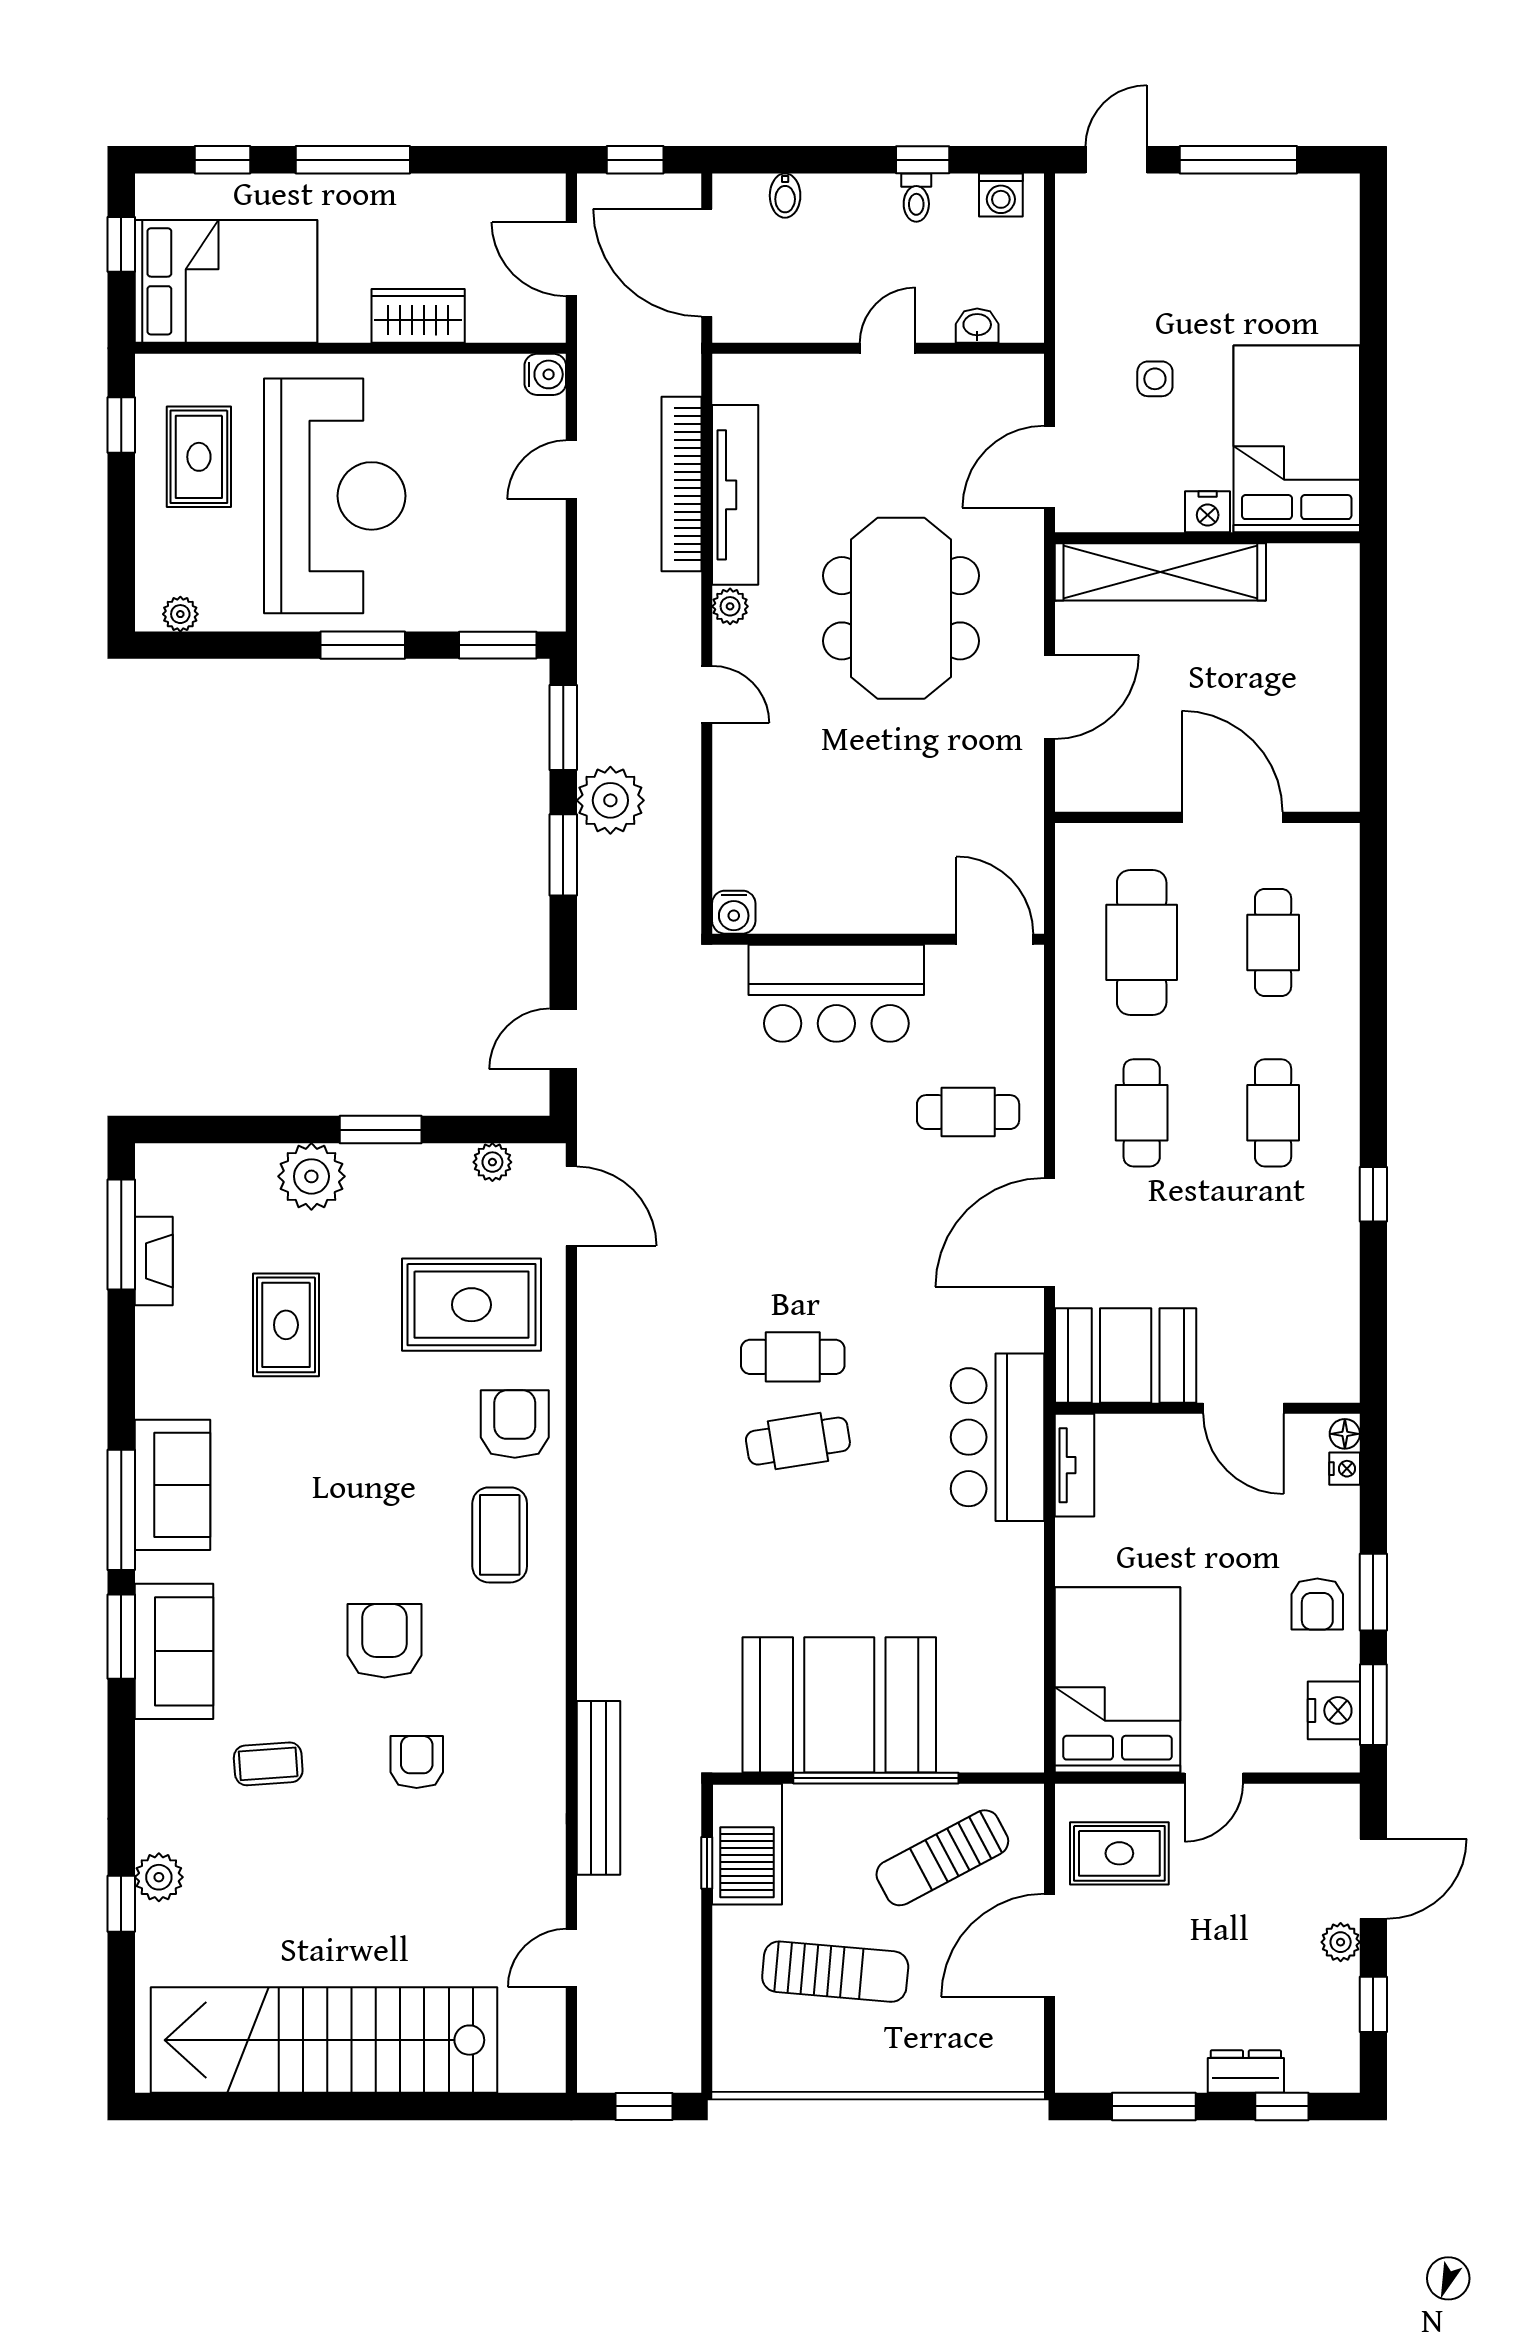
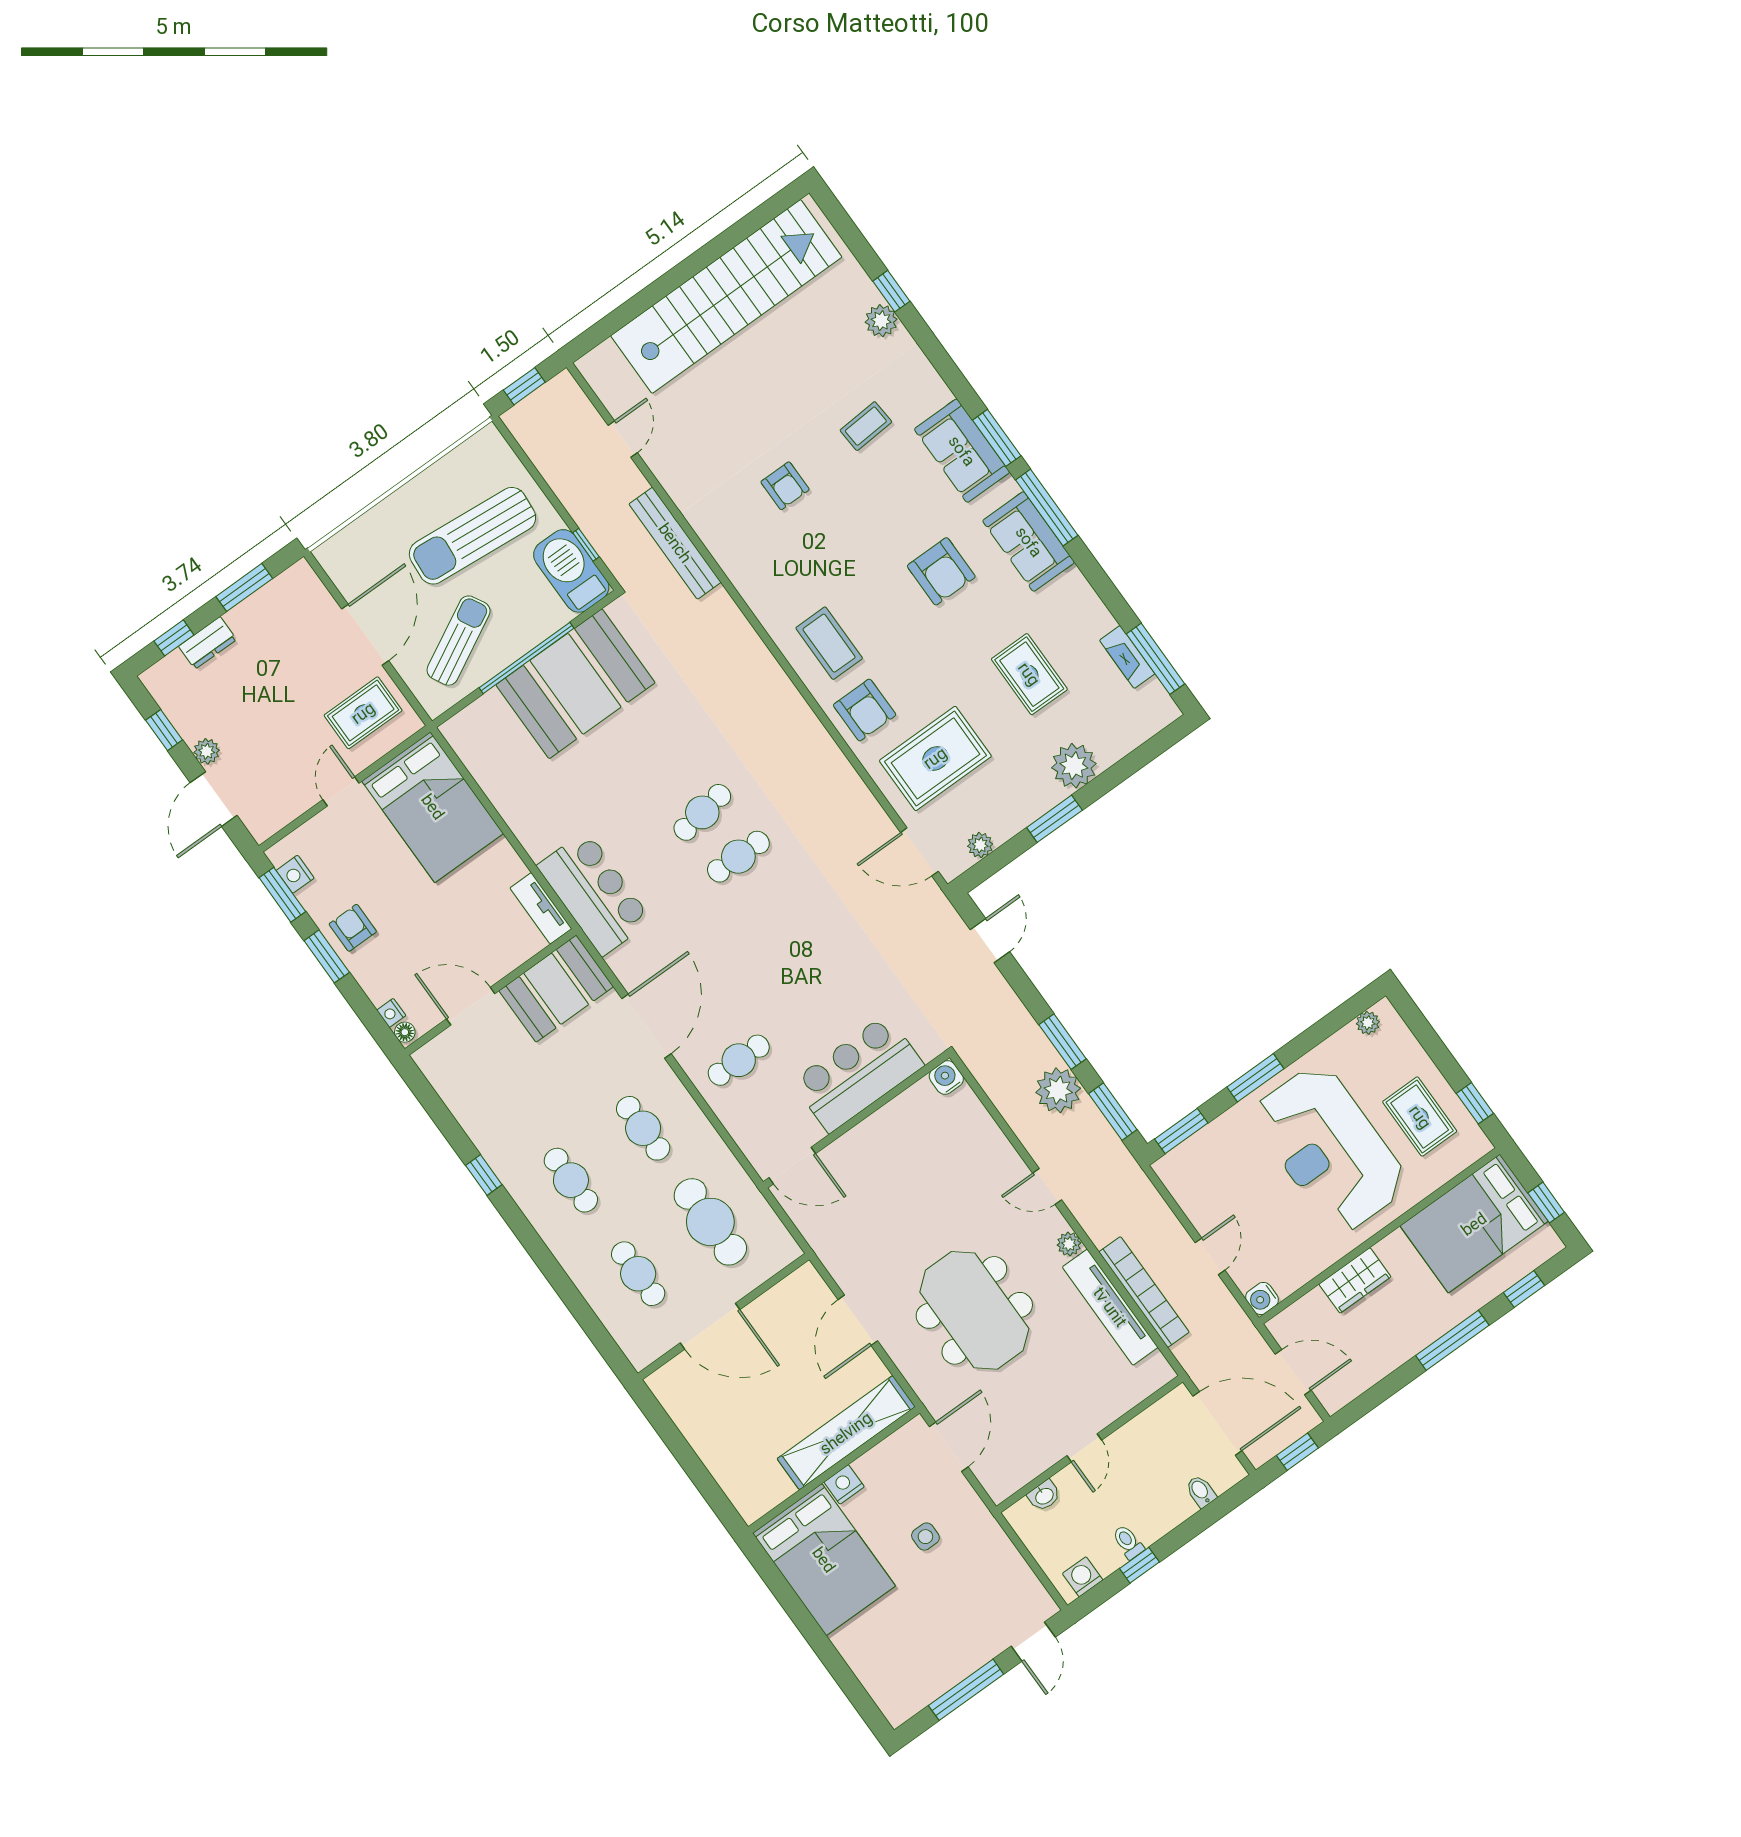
armchair: (385, 1641) -> (941, 571), moved
nightstand: (1334, 1710) -> (295, 874), width x0.74, depth x0.75
sun lounger: (835, 1972) -> (472, 536), width x1.36, depth x1.34

